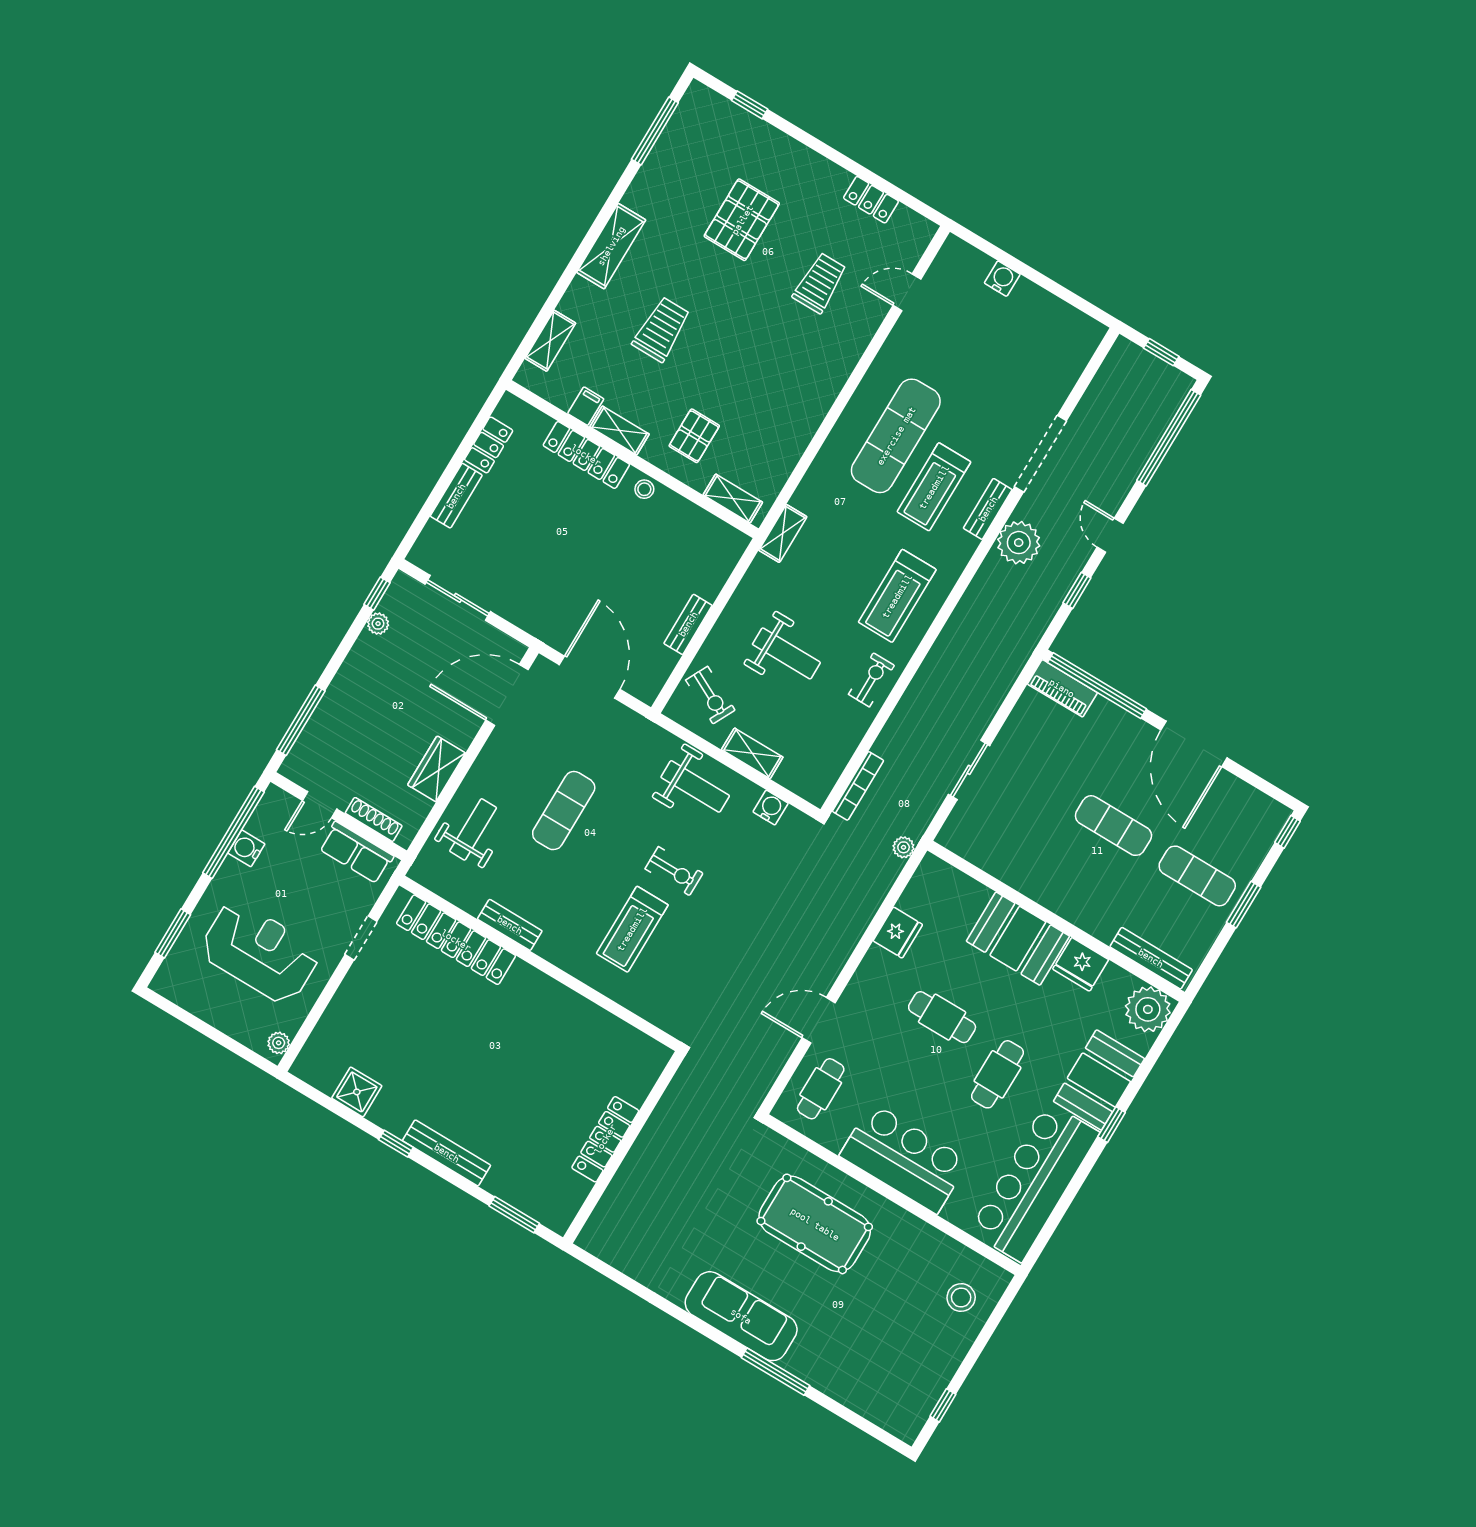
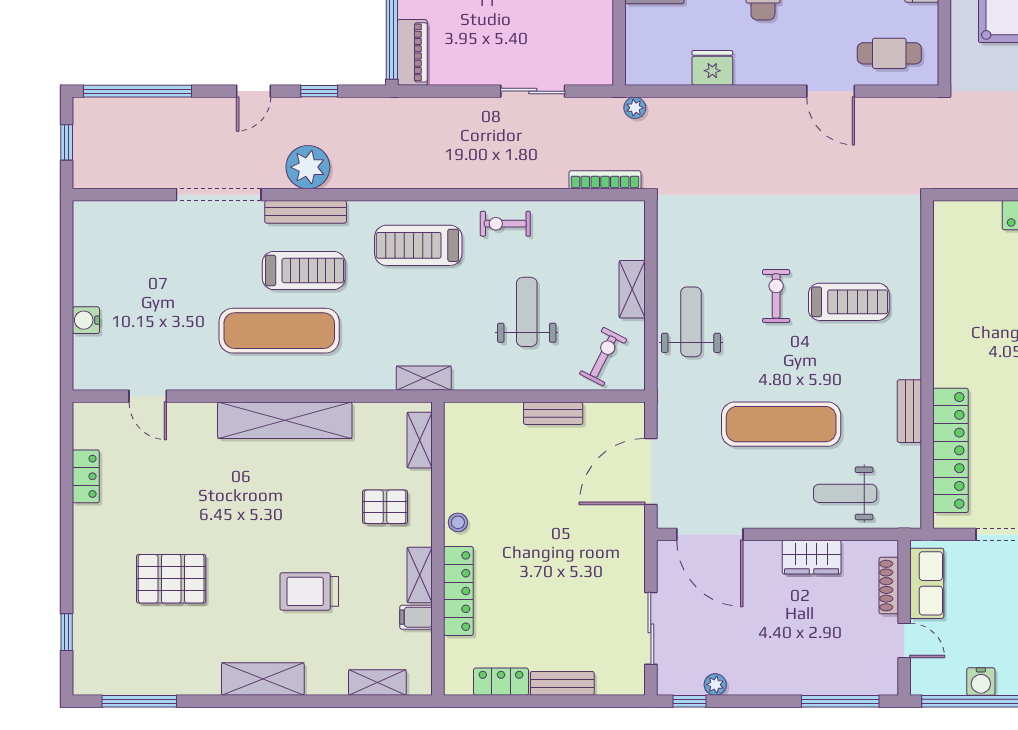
trolley: (820, 283) -> (185, 477), removed
shelving: (818, 395) -> (285, 420), added
bench: (988, 509) -> (306, 212), width x1.36
treadmill: (897, 596) -> (418, 245), turned 180
water cooler: (771, 808) -> (670, 245), removed
exercise mat: (564, 811) -> (781, 424), width x1.36, depth x1.45

